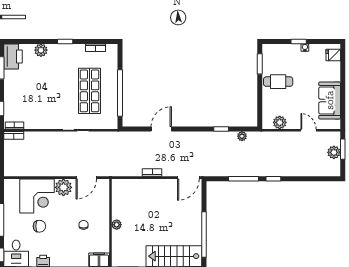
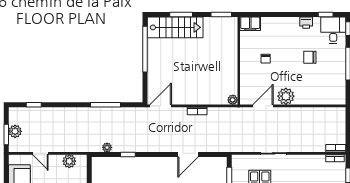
window: (273, 179) -> (34, 105), moved
corner desk: (37, 196) -> (312, 88), removed
plant: (117, 225) -> (233, 100), moved

